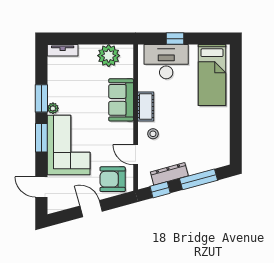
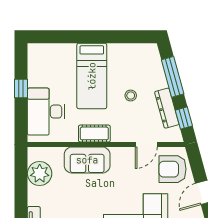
window: (175, 39) -> (21, 89), moved
bed: (212, 75) -> (92, 76), moved, turned 90
stool: (153, 134) -> (131, 96), moved
armchair: (113, 179) -> (172, 169), turned 90

